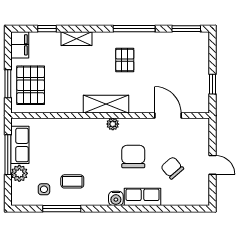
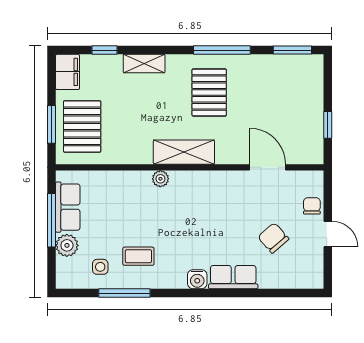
pallet: (125, 60) -> (209, 92), width x1.50, depth x1.42
plant: (113, 124) -> (160, 179), moved
chair: (133, 157) -> (312, 206), moved, width x0.54, depth x0.54

